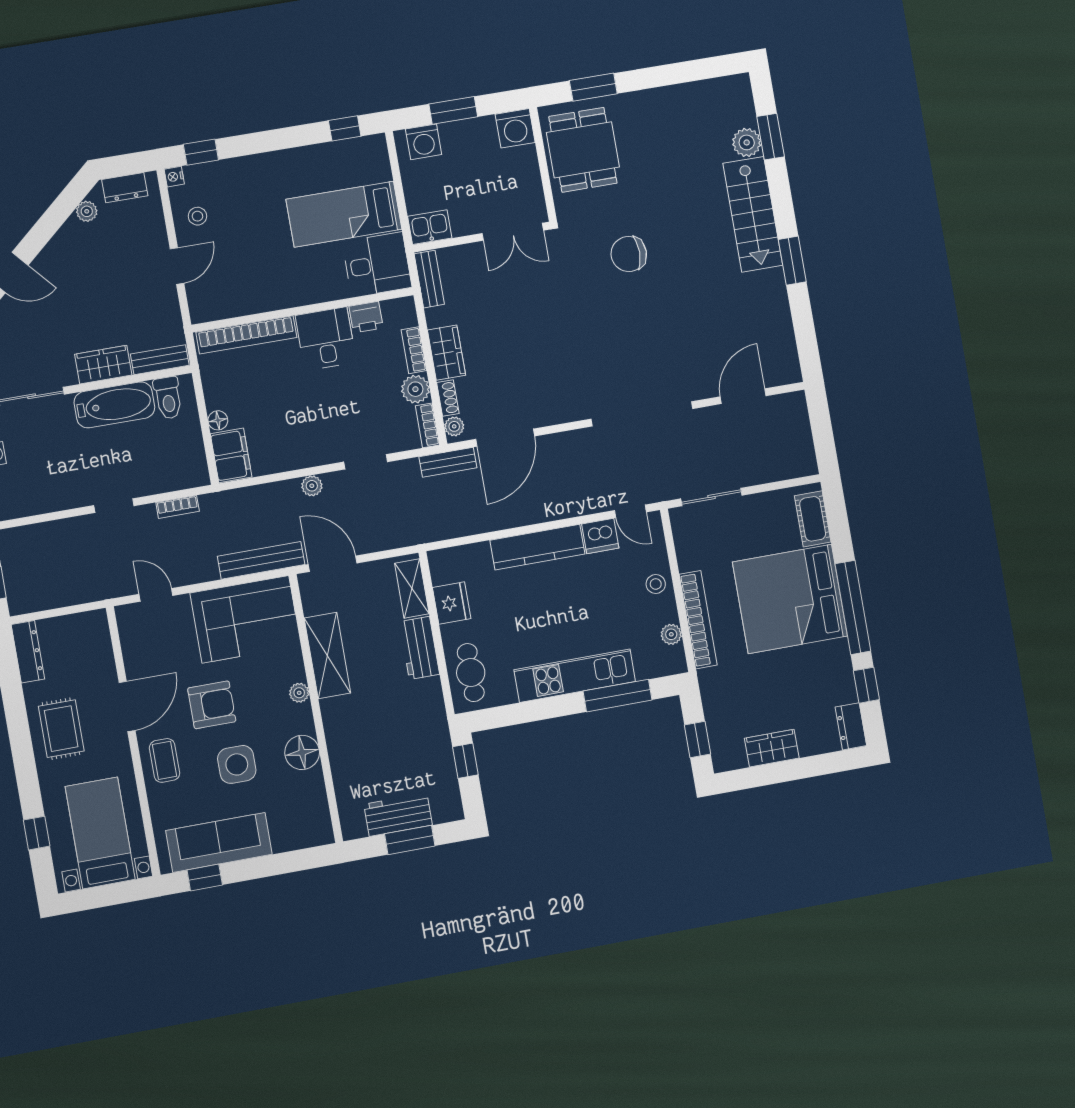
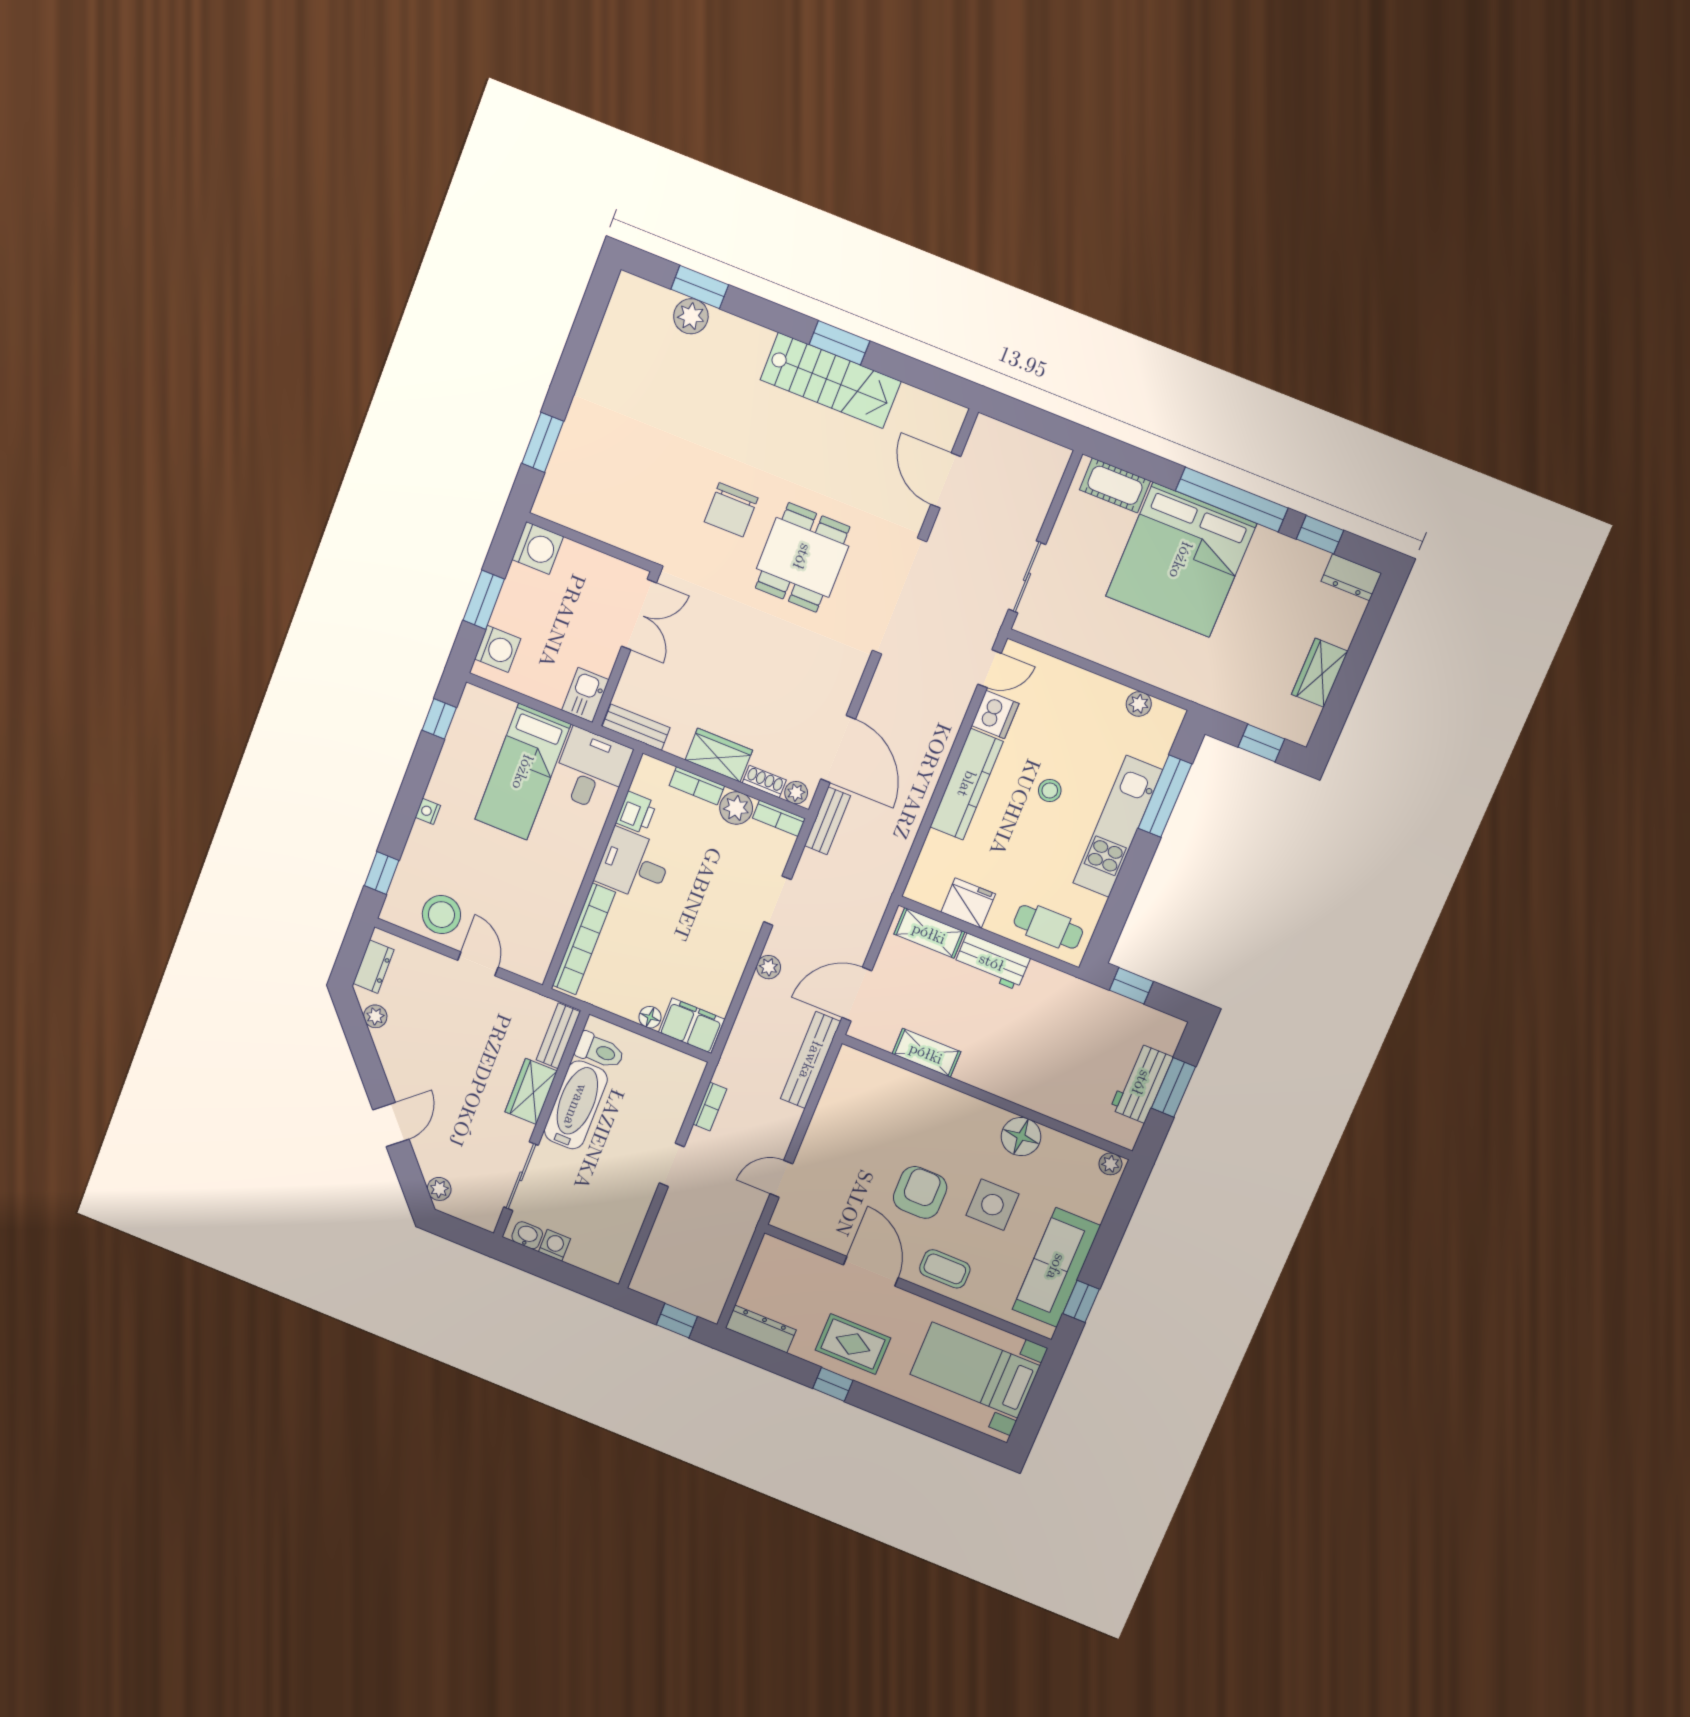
dining table: (583, 150) -> (802, 557), moved, turned 90
nightstand: (174, 177) -> (428, 811), moved, turned 90
stairs: (753, 214) -> (831, 381), moved
stool: (197, 216) -> (441, 915), width x1.89, depth x1.89
stool: (656, 584) -> (1050, 790), moved
corner sofa: (245, 619) -> (858, 1110), removed
bookcase: (698, 620) -> (1142, 667), removed
shelving: (327, 656) -> (926, 1053), width x0.67, depth x0.75
plant: (299, 693) -> (1110, 1164), moved
window: (37, 833) -> (833, 1384), moved

